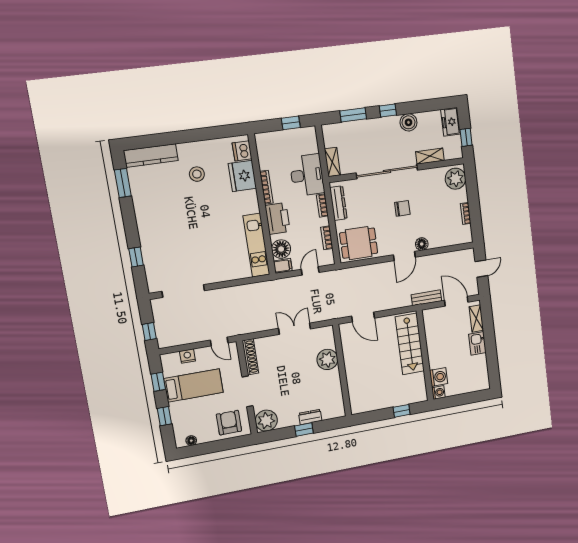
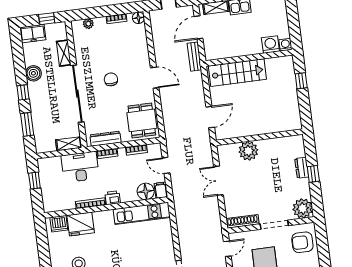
plant: (455, 179) -> (88, 24), width x0.53, depth x0.53
printer: (278, 219) -> (113, 198), width x0.53, depth x0.68
floor lamp: (422, 244) -> (138, 18), moved

